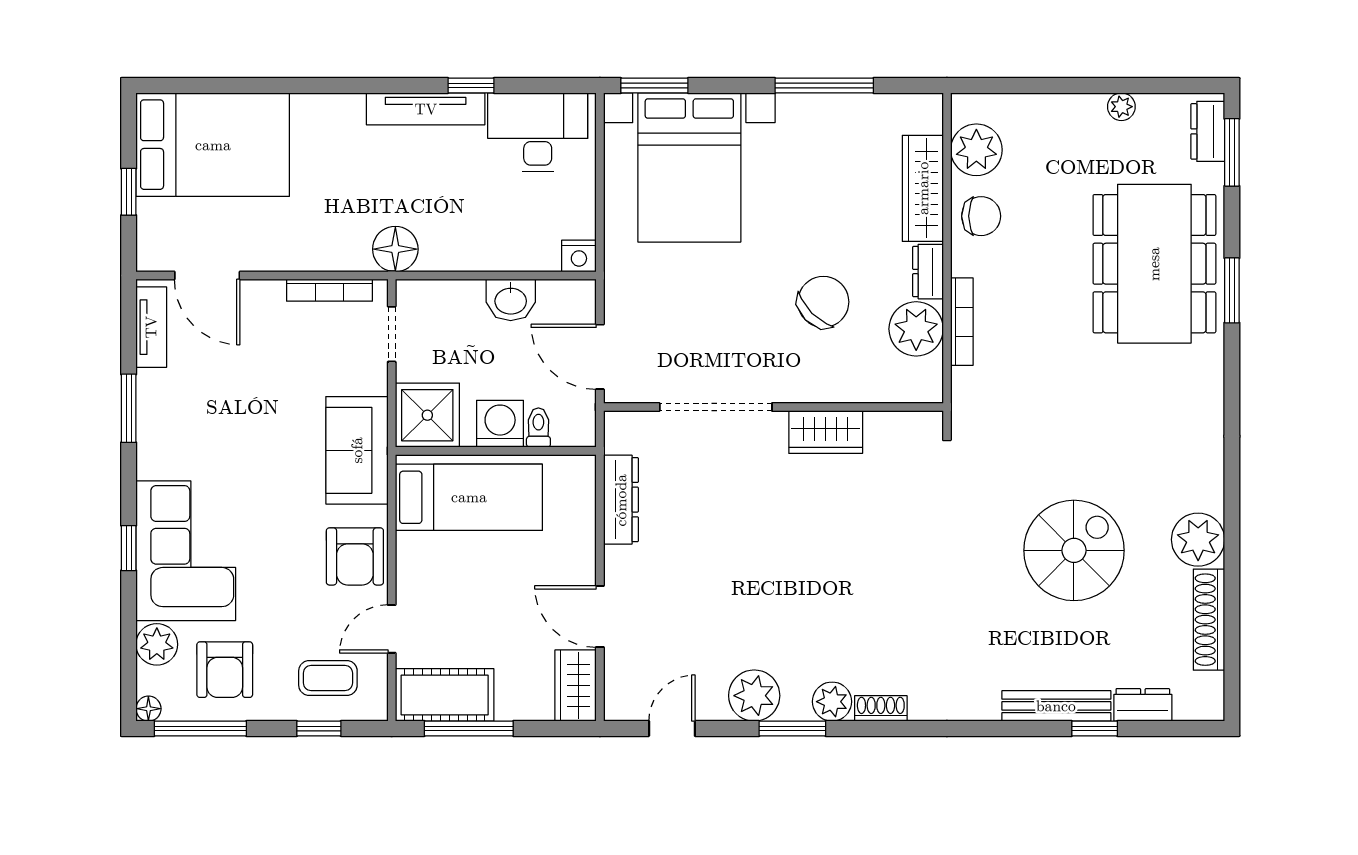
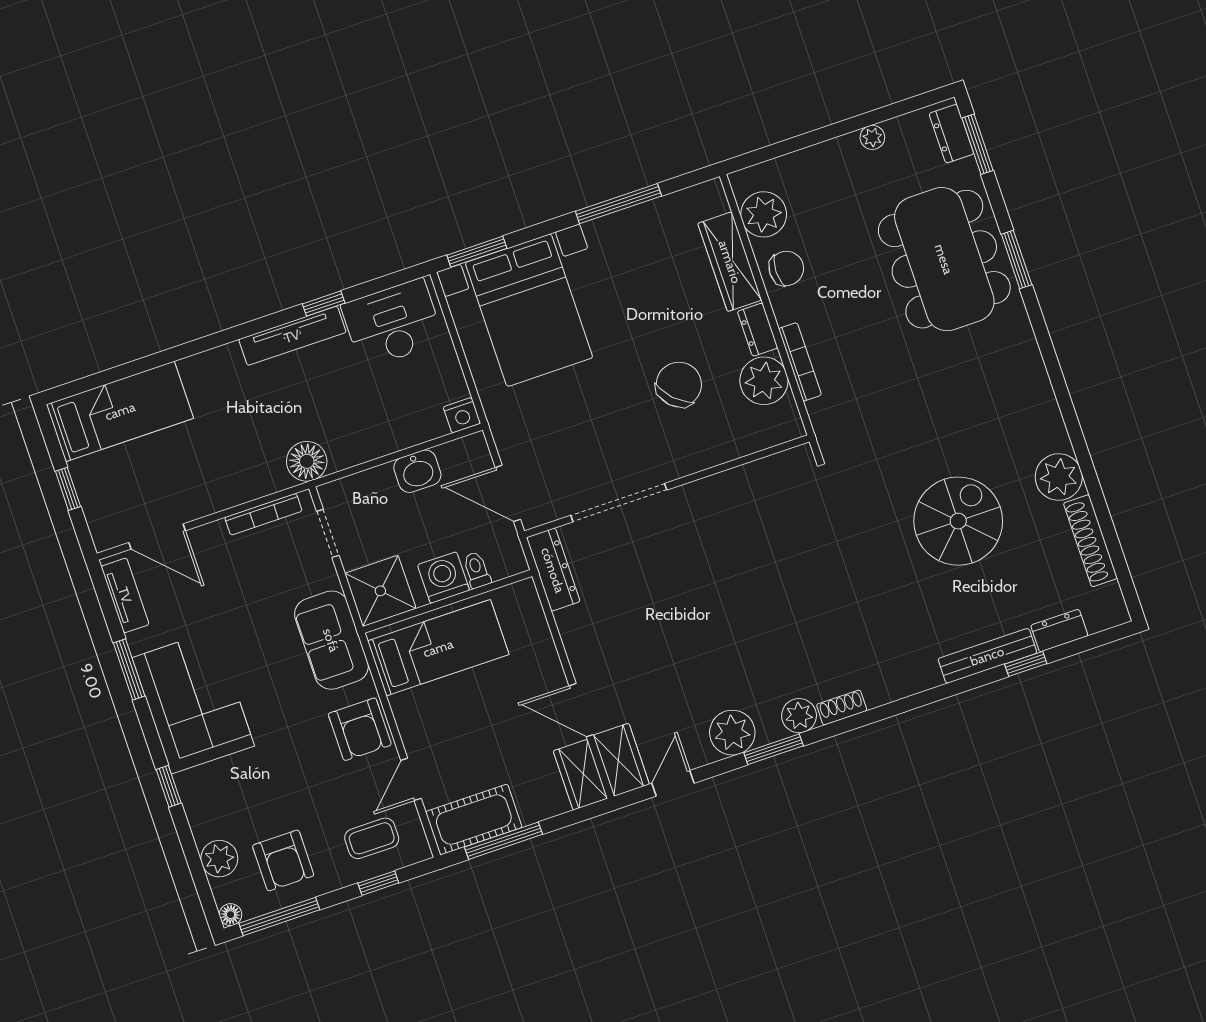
bed: (213, 145) -> (120, 411), width x0.67
wardrobe: (826, 432) -> (621, 760), moved, turned -90
dresser: (621, 500) -> (553, 570), moved
corner sofa: (186, 551) -> (193, 702), moved

